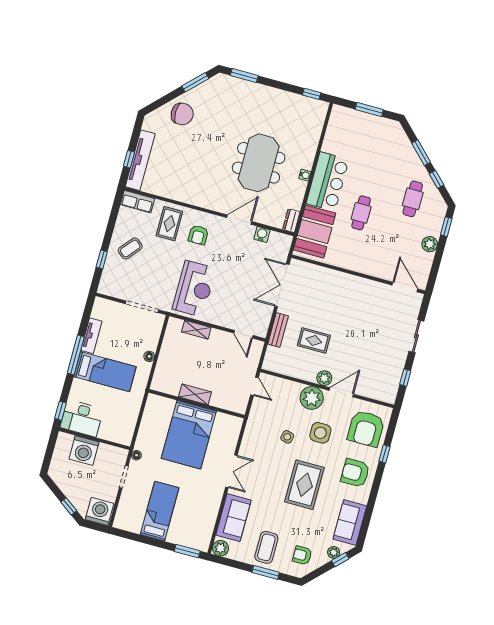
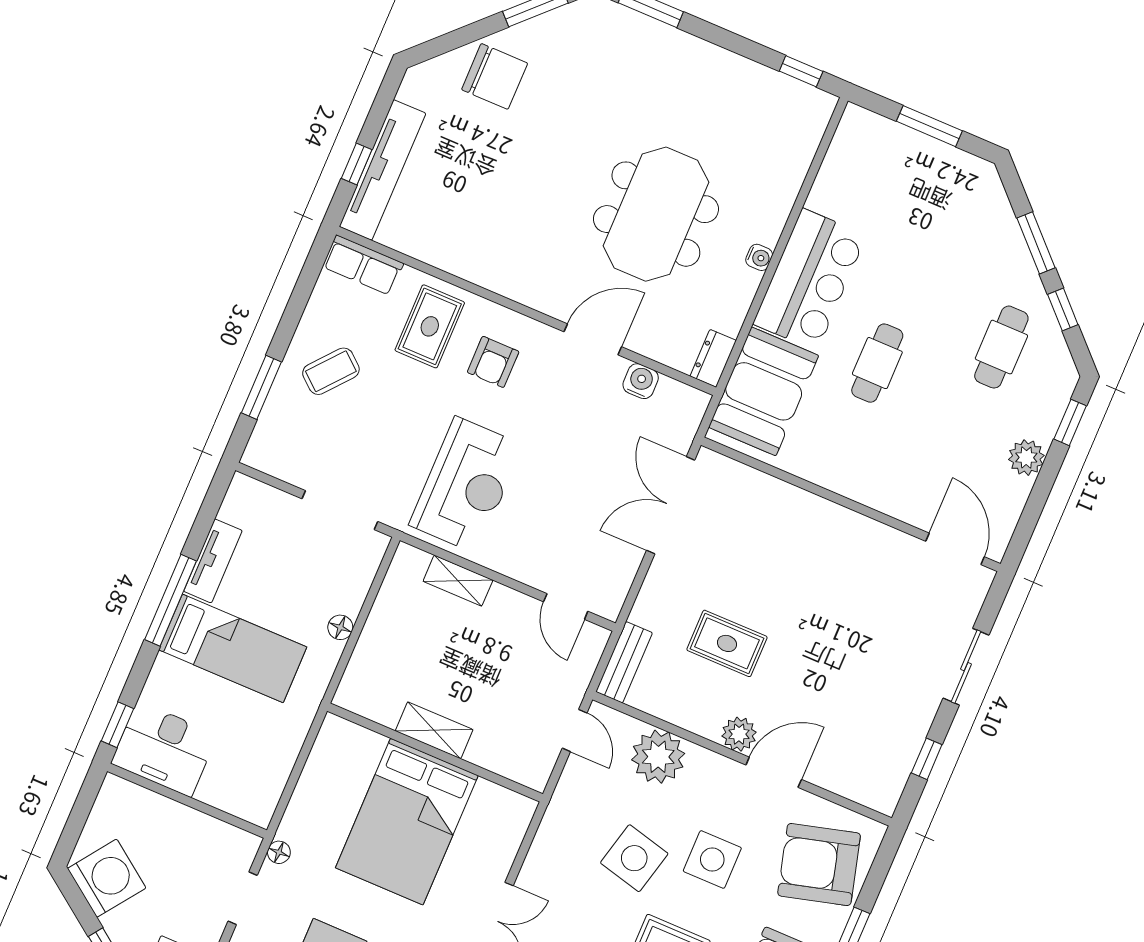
window: (102, 259) -> (261, 387), width x1.50
bench: (278, 330) -> (624, 662), moved
plant: (312, 398) -> (658, 757), moved
armchair: (366, 429) -> (819, 865), turned 75
side table: (287, 437) -> (634, 858), width x1.87, depth x1.87
washing machine: (84, 450) -> (107, 878), moved, turned -144

